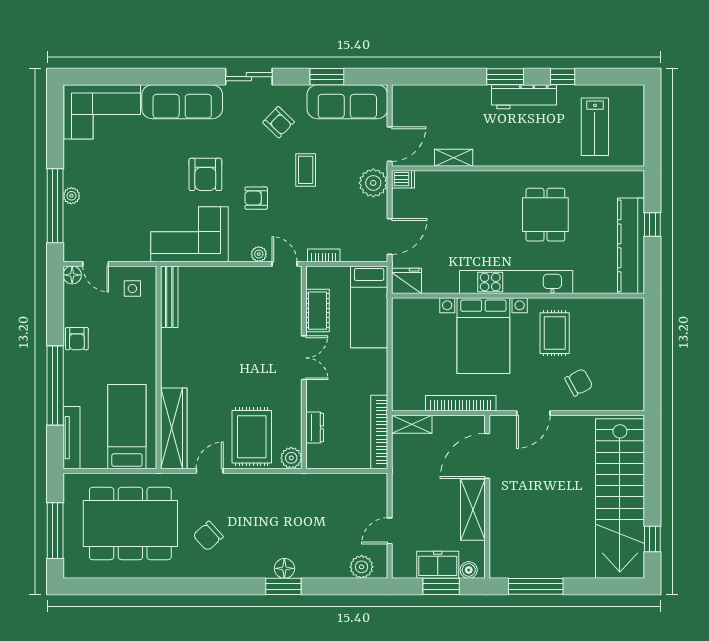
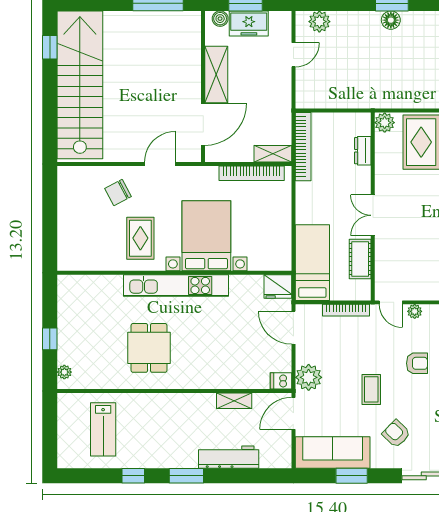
workbench: (524, 97) -> (229, 457), moved
lab bench: (595, 127) -> (103, 429), turned 180
plant: (637, 189) -> (64, 372), added
door: (390, 237) -> (293, 328), hinge flipped
kitchen counter: (631, 246) -> (70, 319), removed
bookcase: (324, 255) -> (346, 310), width x1.56
bookcase: (461, 403) -> (252, 173), moved

